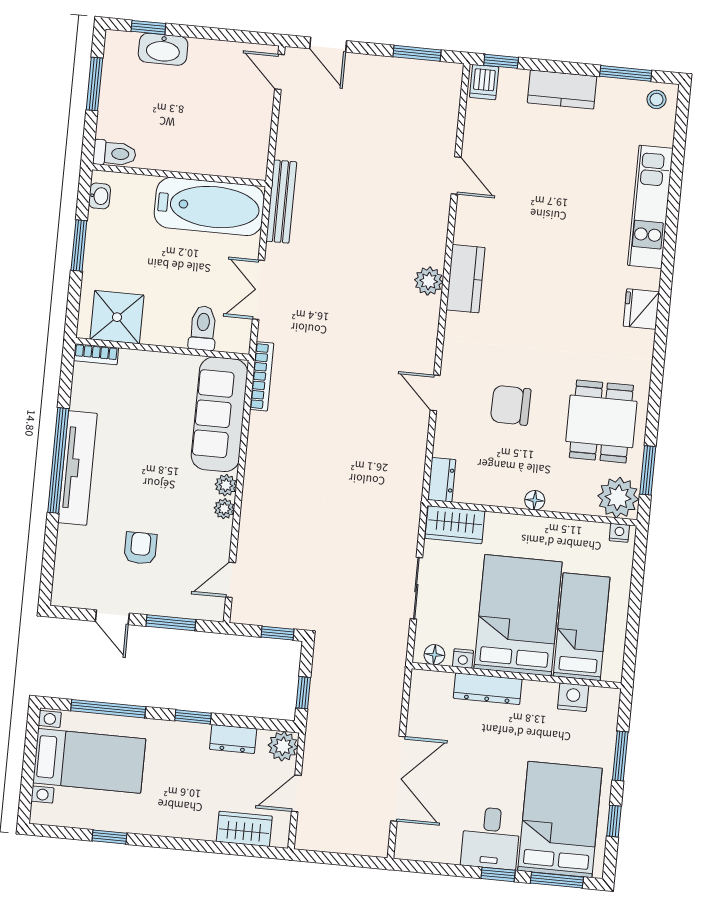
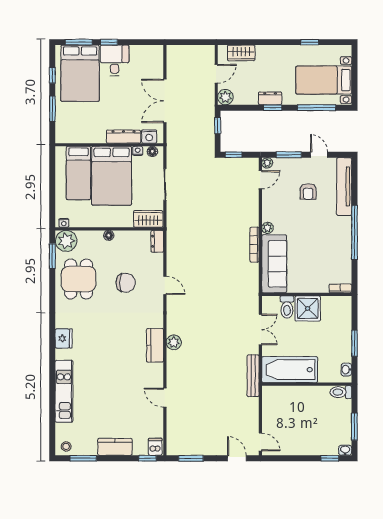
washbasin: (163, 49) -> (345, 450), moved, width x0.52, depth x0.69
shower: (117, 317) -> (308, 308), moved
bookcase: (262, 376) -> (254, 245), moved
tv unit: (78, 468) -> (344, 187), moved
plant: (224, 509) -> (267, 163), moved
nightstand: (573, 697) -> (149, 136), moved
dresser: (233, 739) -> (270, 98), moved
double door: (398, 779) -> (165, 101), moved

